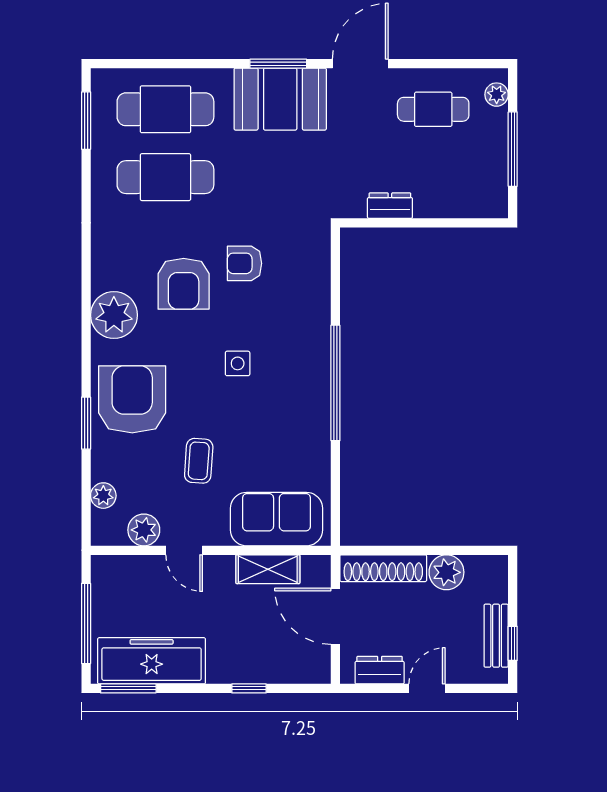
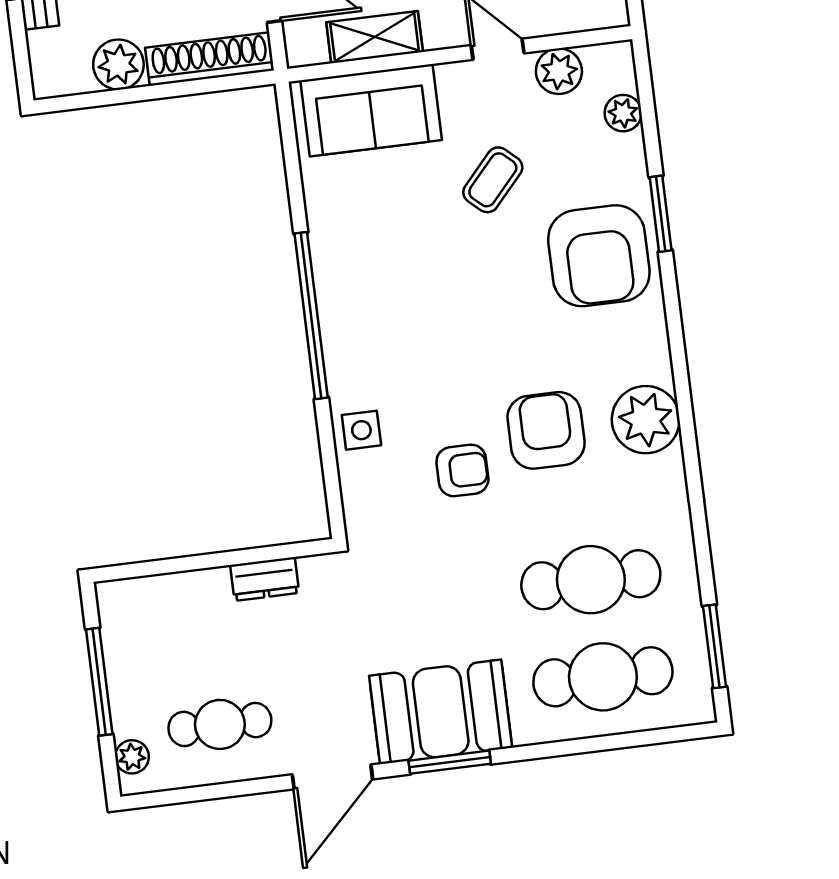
plant: (114, 315) -> (646, 420), moved
side table: (238, 363) -> (361, 430), moved
coffee table: (199, 461) -> (493, 180), turned 38

